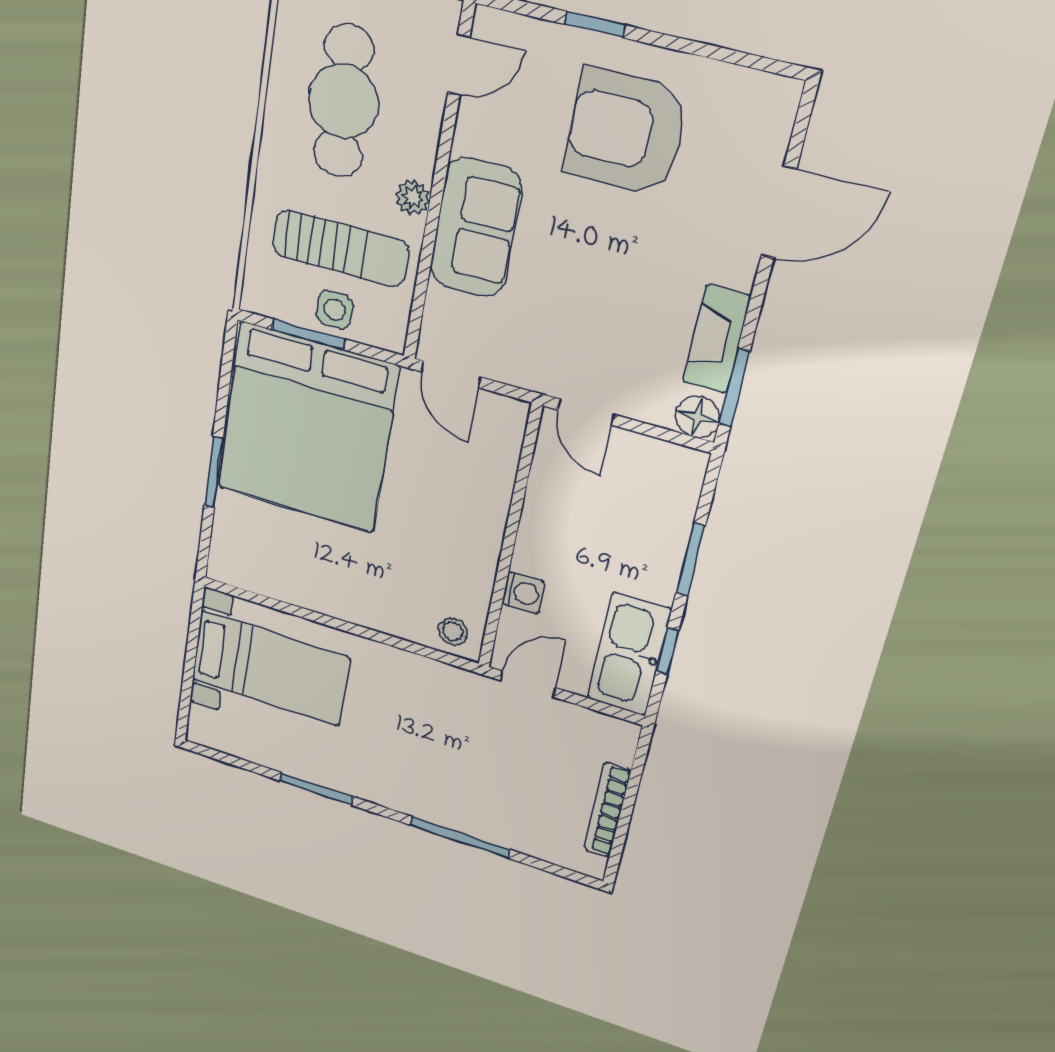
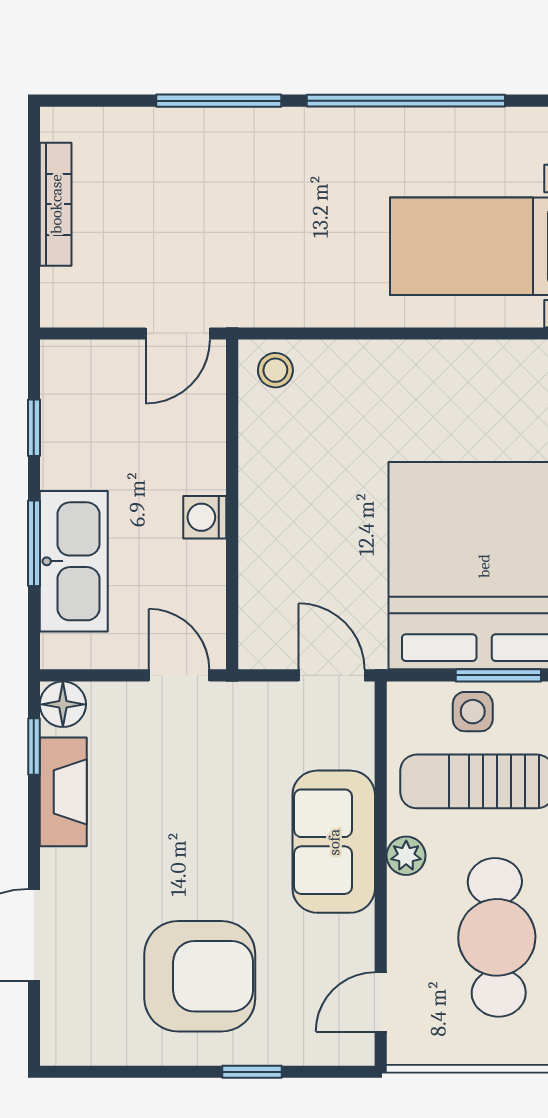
window: (734, 387) -> (34, 746), width x0.67
washing machine: (523, 593) -> (205, 517), moved
kitchen sink: (629, 654) -> (74, 561), moved
window: (316, 789) -> (406, 101), width x2.11

